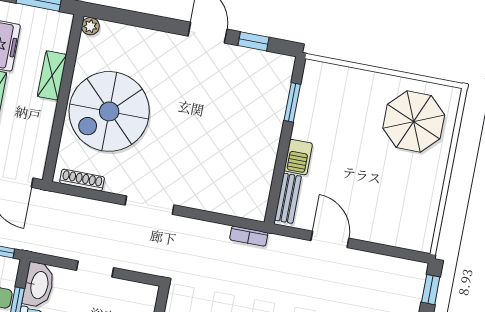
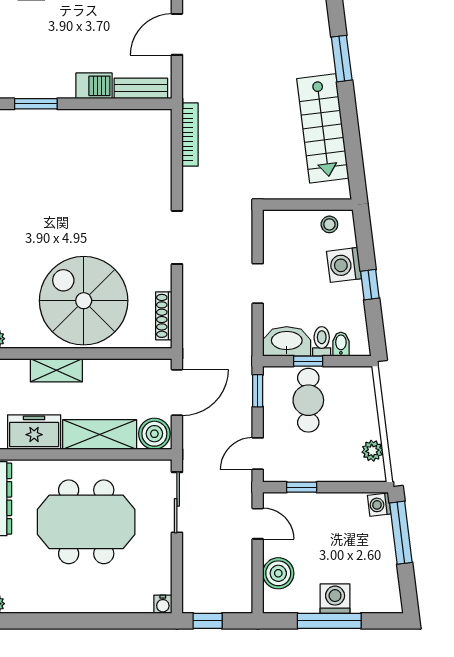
spiral stairs: (109, 111) -> (84, 301), turned 180
bookcase: (249, 236) -> (190, 135), width x1.56

